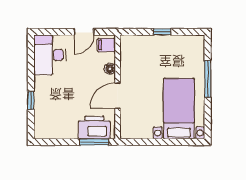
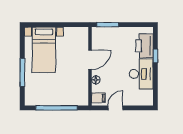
window: (162, 32) -> (56, 108), width x3.17
desk: (50, 55) -> (141, 74), moved
printer: (94, 128) -> (145, 46), moved, turned 90

